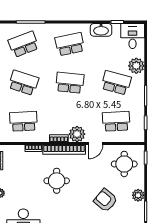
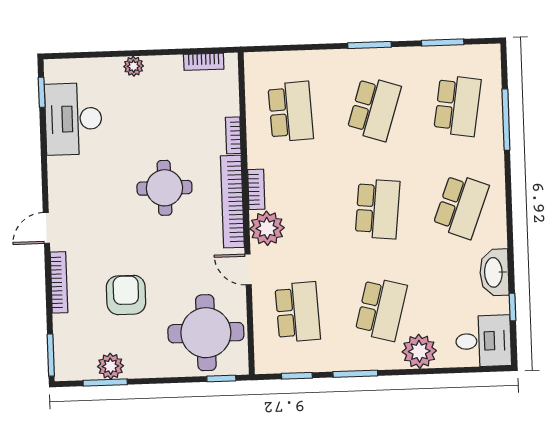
school desk: (23, 44) -> (457, 106), turned 30
school desk: (70, 44) -> (461, 206), turned 33
round table: (124, 164) -> (206, 333), width x1.36, depth x1.36
plant: (138, 195) -> (111, 366), moved
armchair: (106, 200) -> (126, 295), turned -40

